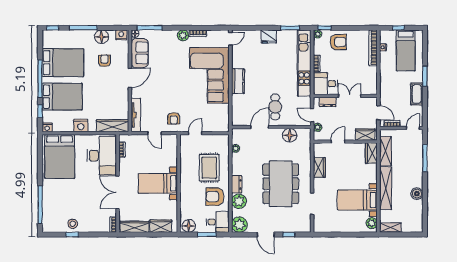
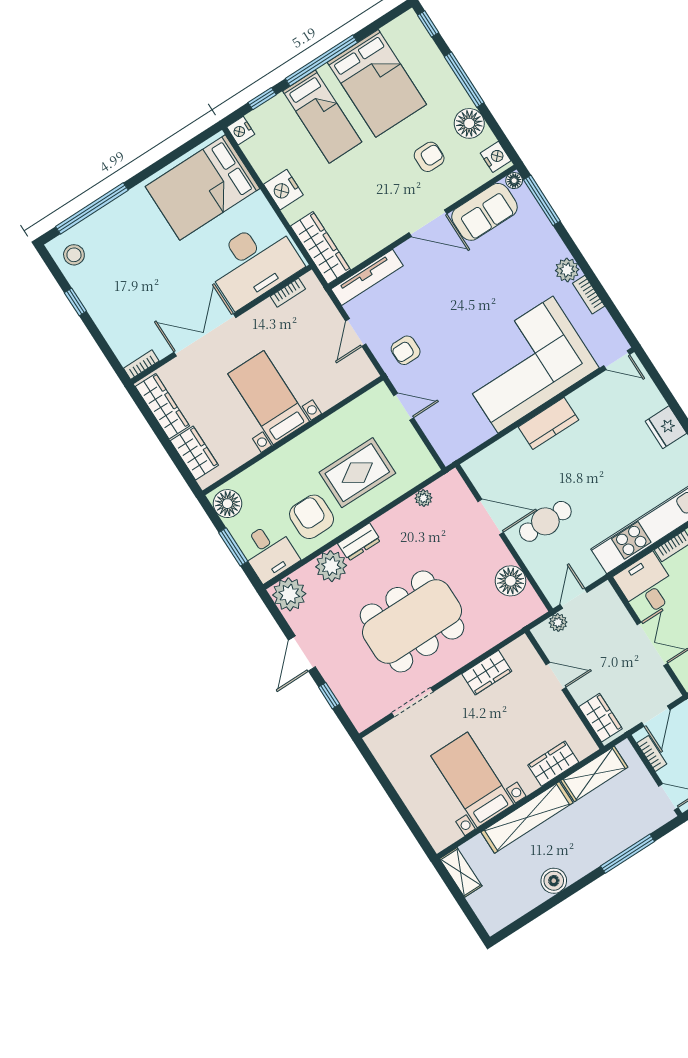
bed: (62, 97) -> (322, 117), width x0.67
dresser: (328, 102) -> (616, 611), removed
wardrobe: (371, 153) -> (553, 764), moved
plant: (372, 223) -> (447, 833), removed
stool: (73, 224) -> (74, 255), moved

